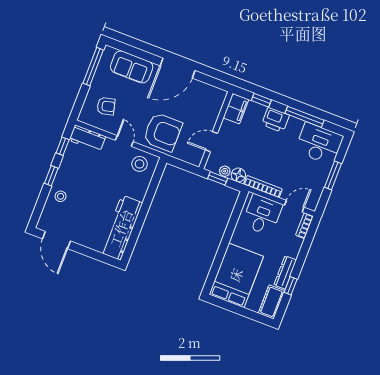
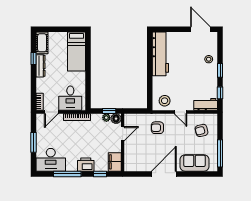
armchair: (163, 132) -> (157, 128), width x0.53, depth x0.53
floor lamp: (238, 175) -> (116, 119), moved
bed: (236, 275) -> (77, 51), width x0.67

